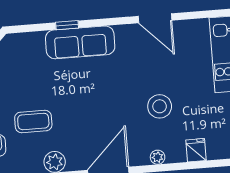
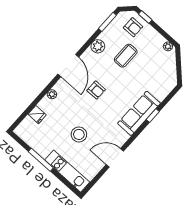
stool: (160, 106) -> (79, 134), moved
armchair: (103, 115) -> (96, 90), added

